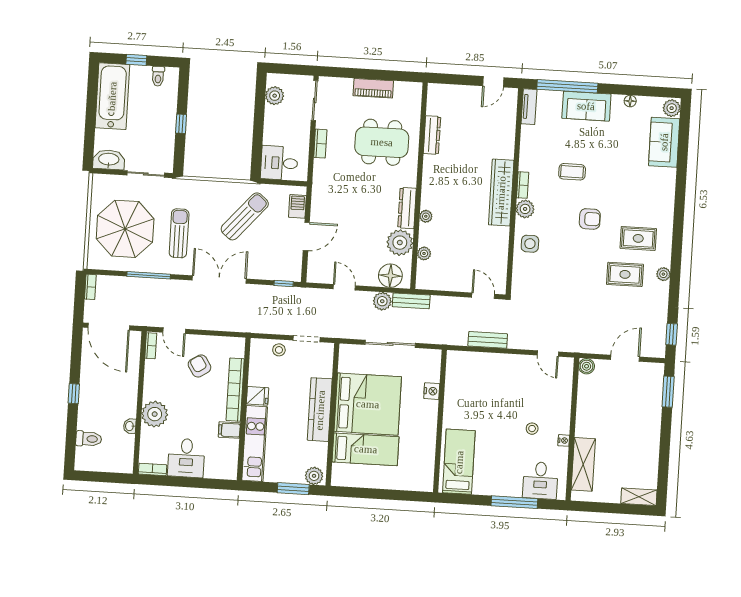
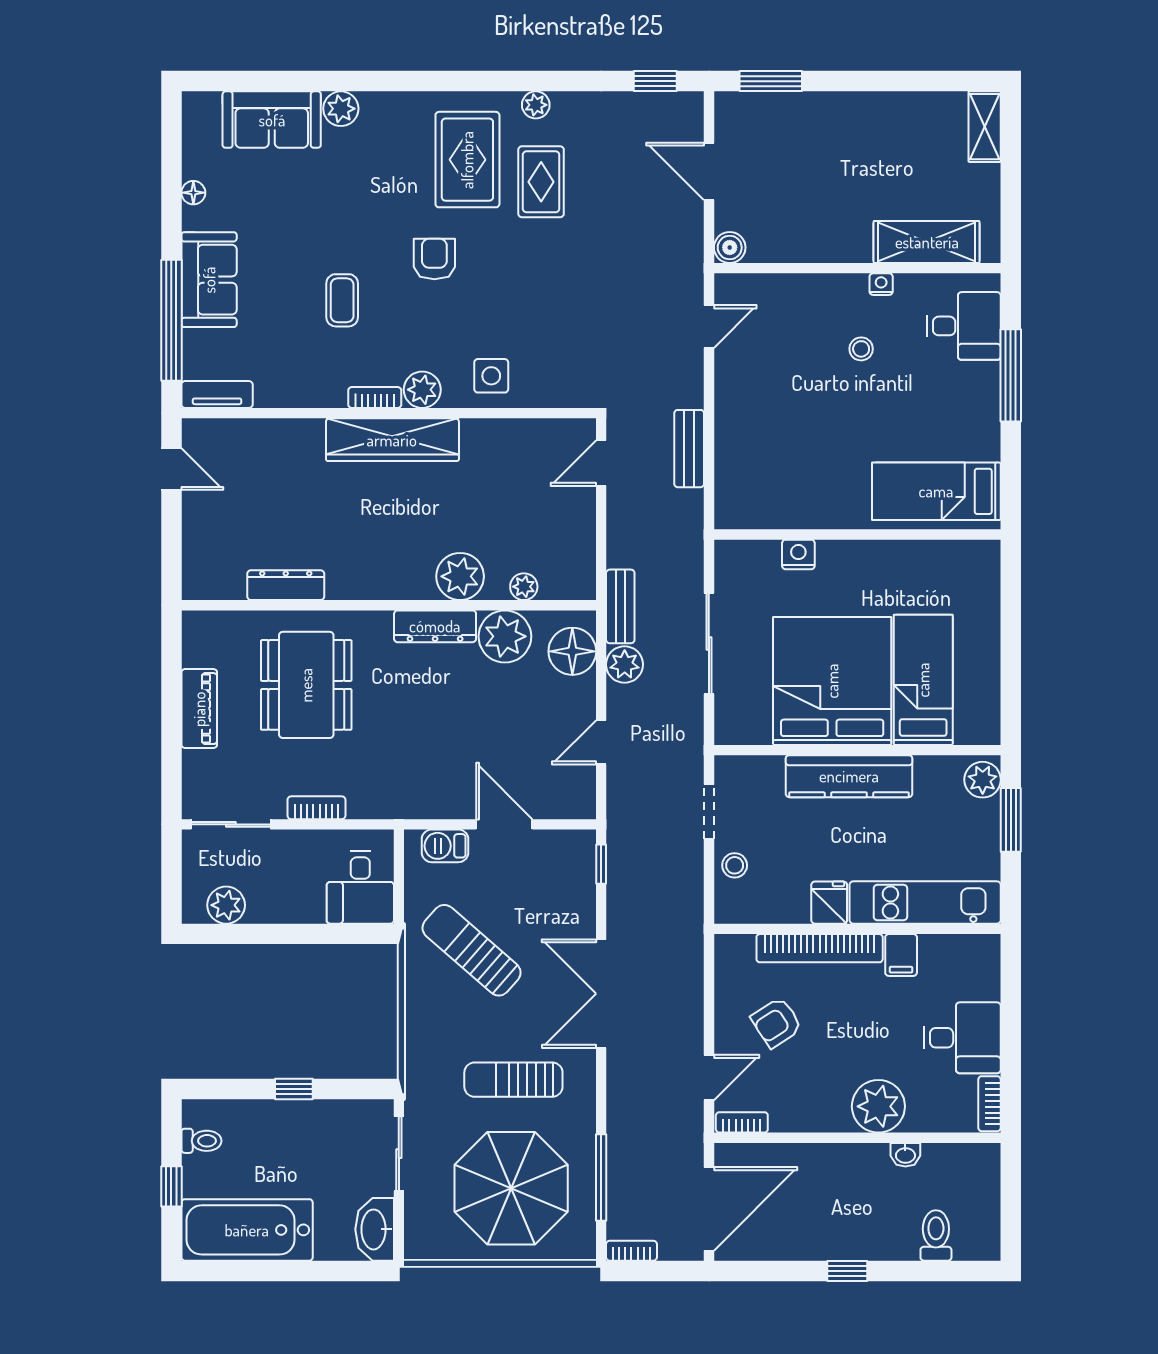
plant: (672, 108) -> (341, 109), moved
plant: (426, 216) -> (460, 576), width x1.87, depth x1.87
rug: (638, 238) -> (467, 160), width x1.36, depth x1.43
window: (149, 275) -> (601, 1177), moved

